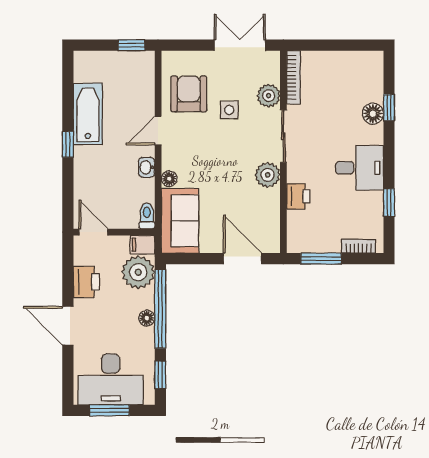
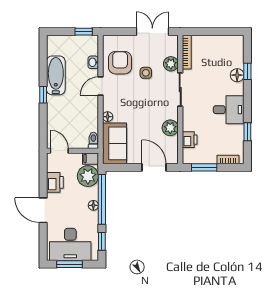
washbasin: (147, 167) -> (93, 62), moved
plant: (268, 175) -> (170, 128), moved
printer: (298, 196) -> (190, 140), moved

